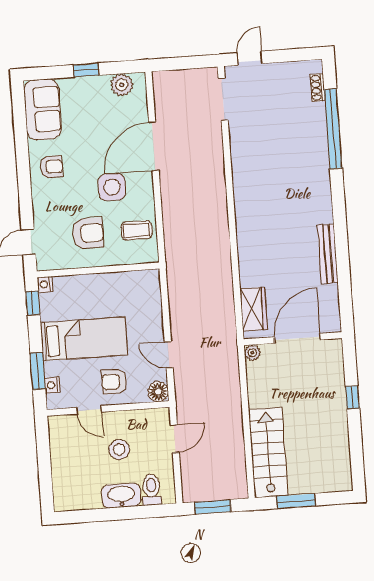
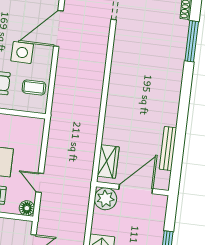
window: (333, 129) -> (192, 41), width x0.68
bench: (328, 254) -> (168, 148), moved
plant: (252, 353) -> (105, 199), width x1.87, depth x1.87

